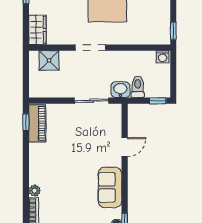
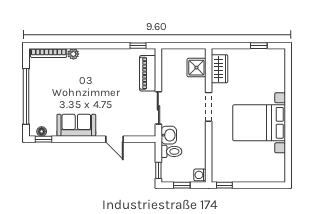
wardrobe: (38, 30) -> (220, 69), moved, turned -90
window: (173, 76) -> (182, 185), added
piano: (37, 123) -> (148, 73), moved, turned 90

